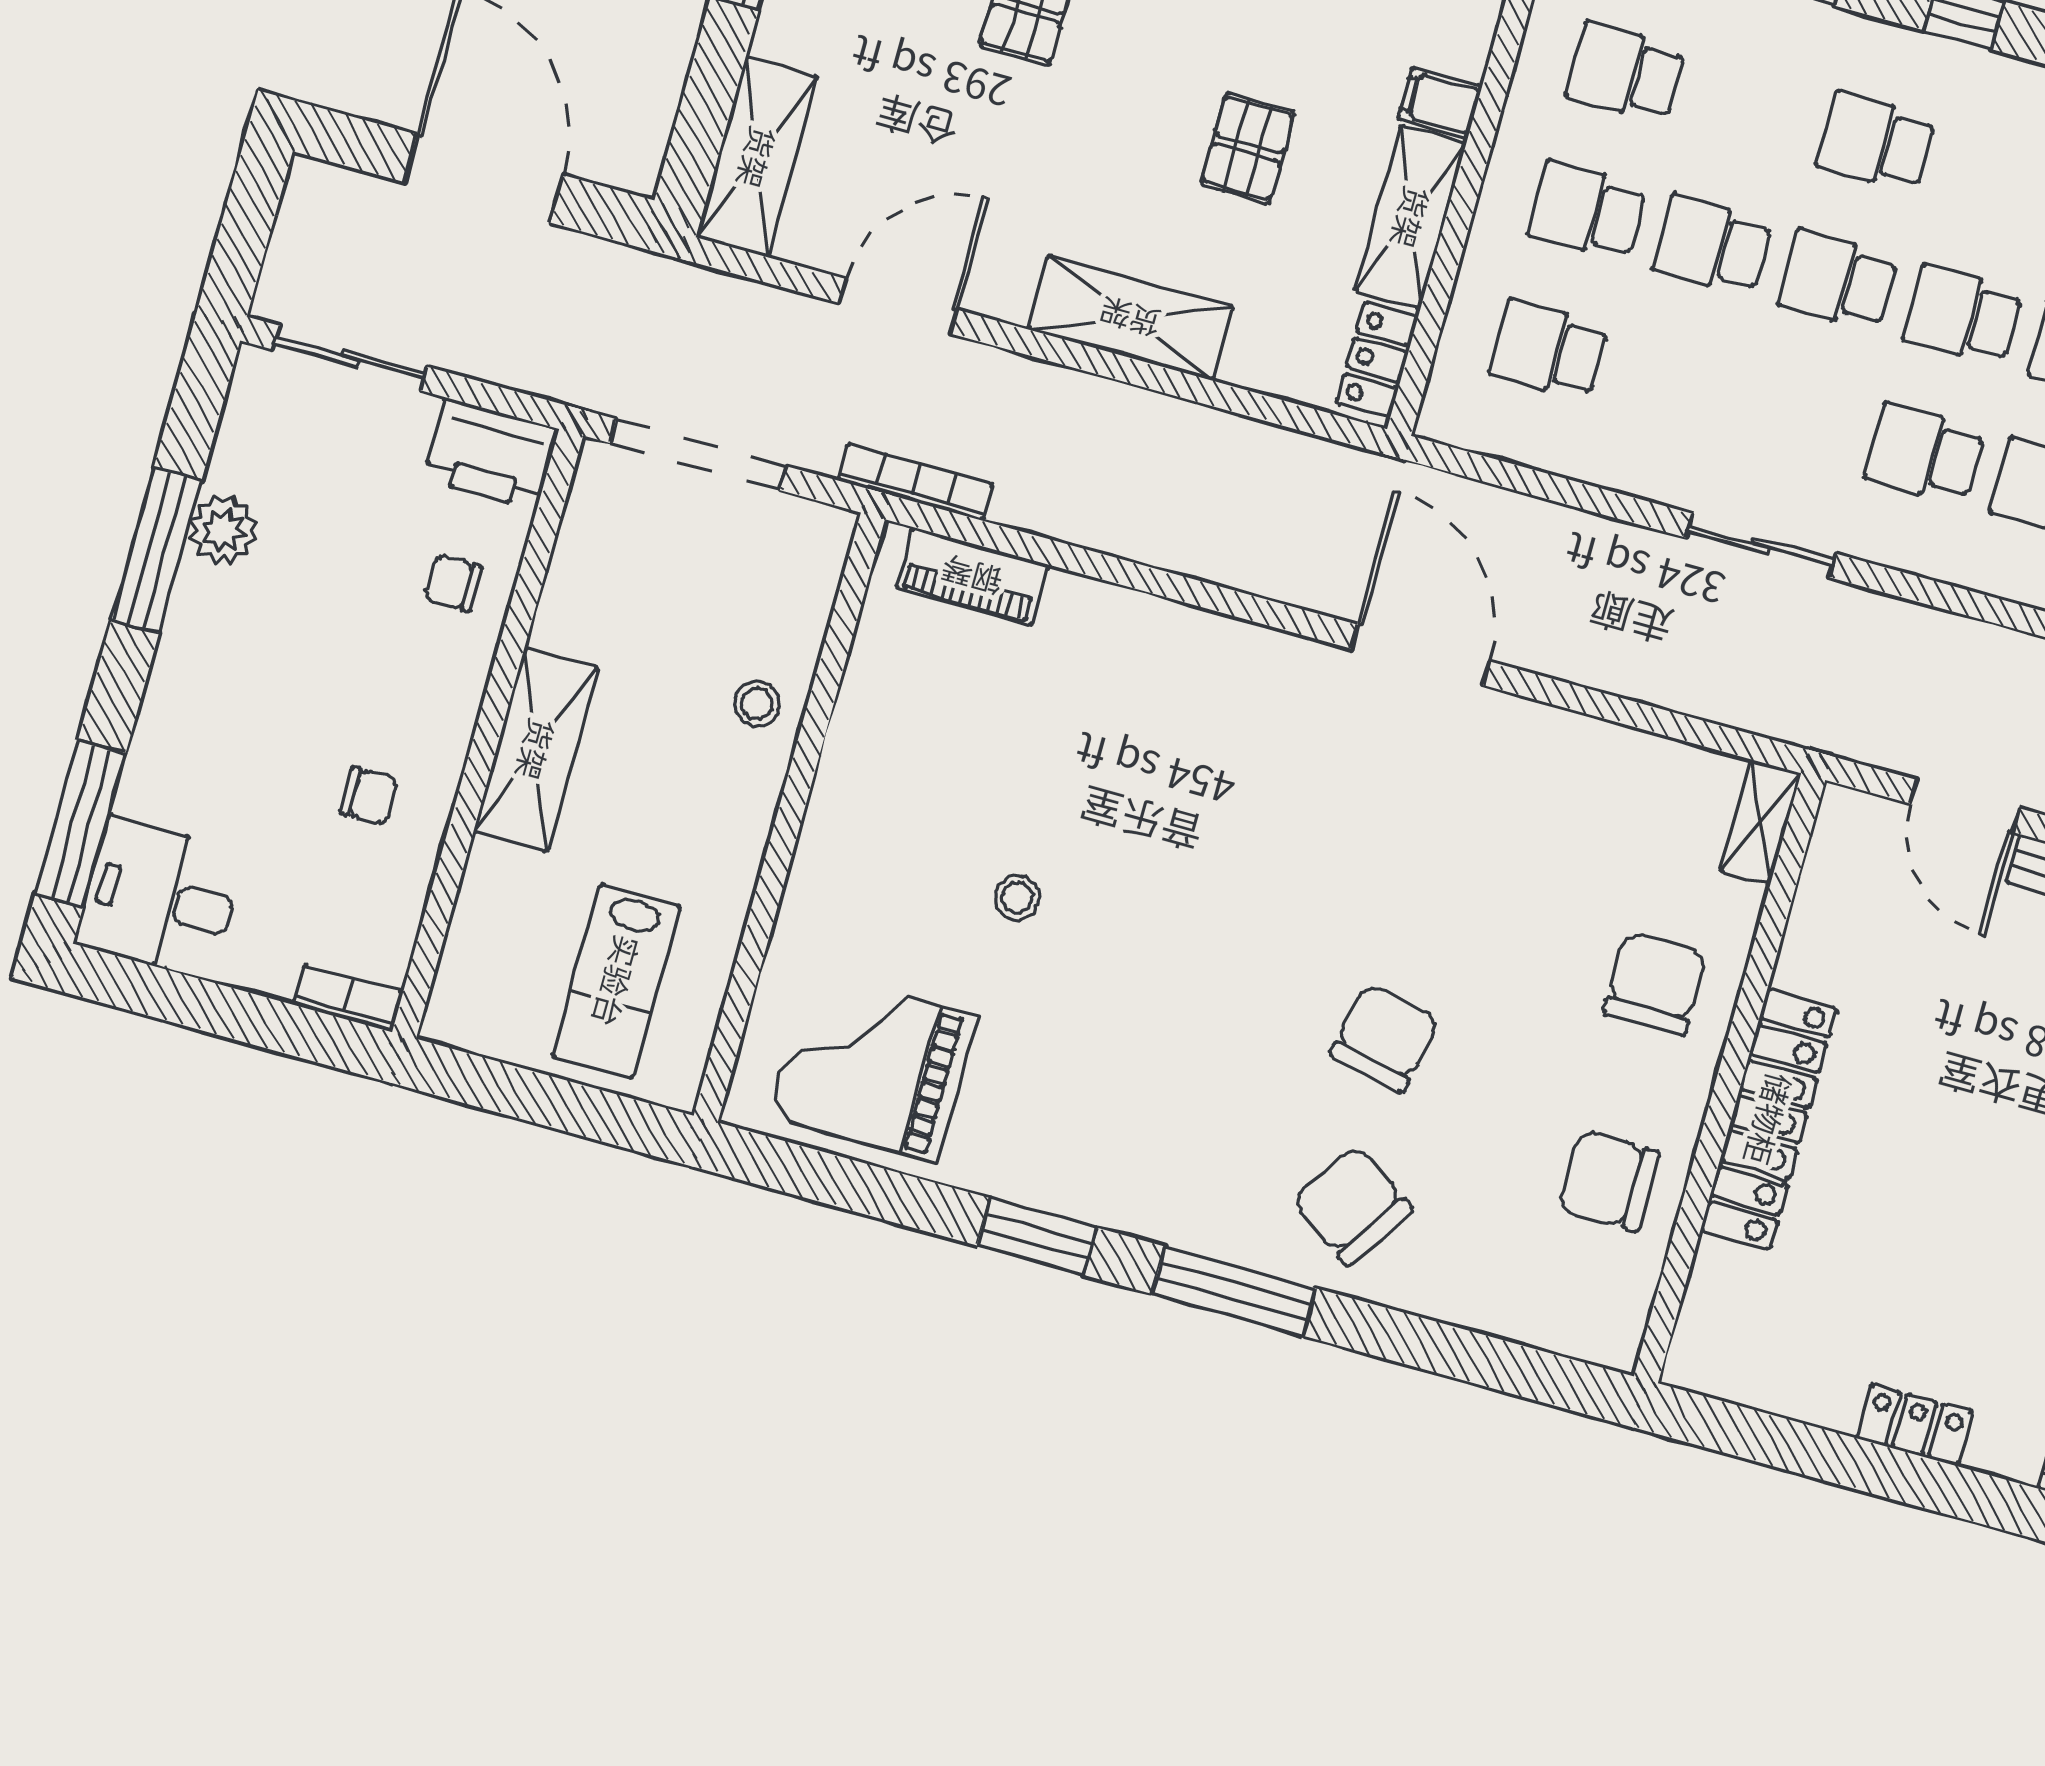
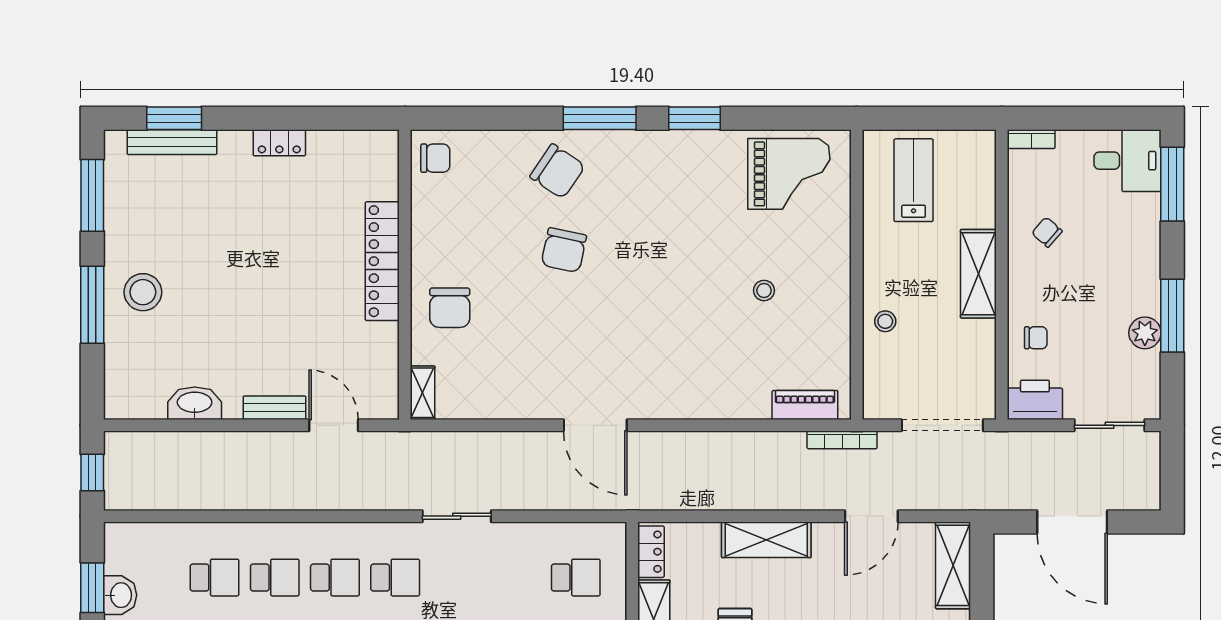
chair: (369, 796) -> (1047, 232), turned 41
stool: (1017, 898) -> (764, 291), moved
chair: (1609, 1181) -> (435, 158), moved, width x0.73, depth x0.73

